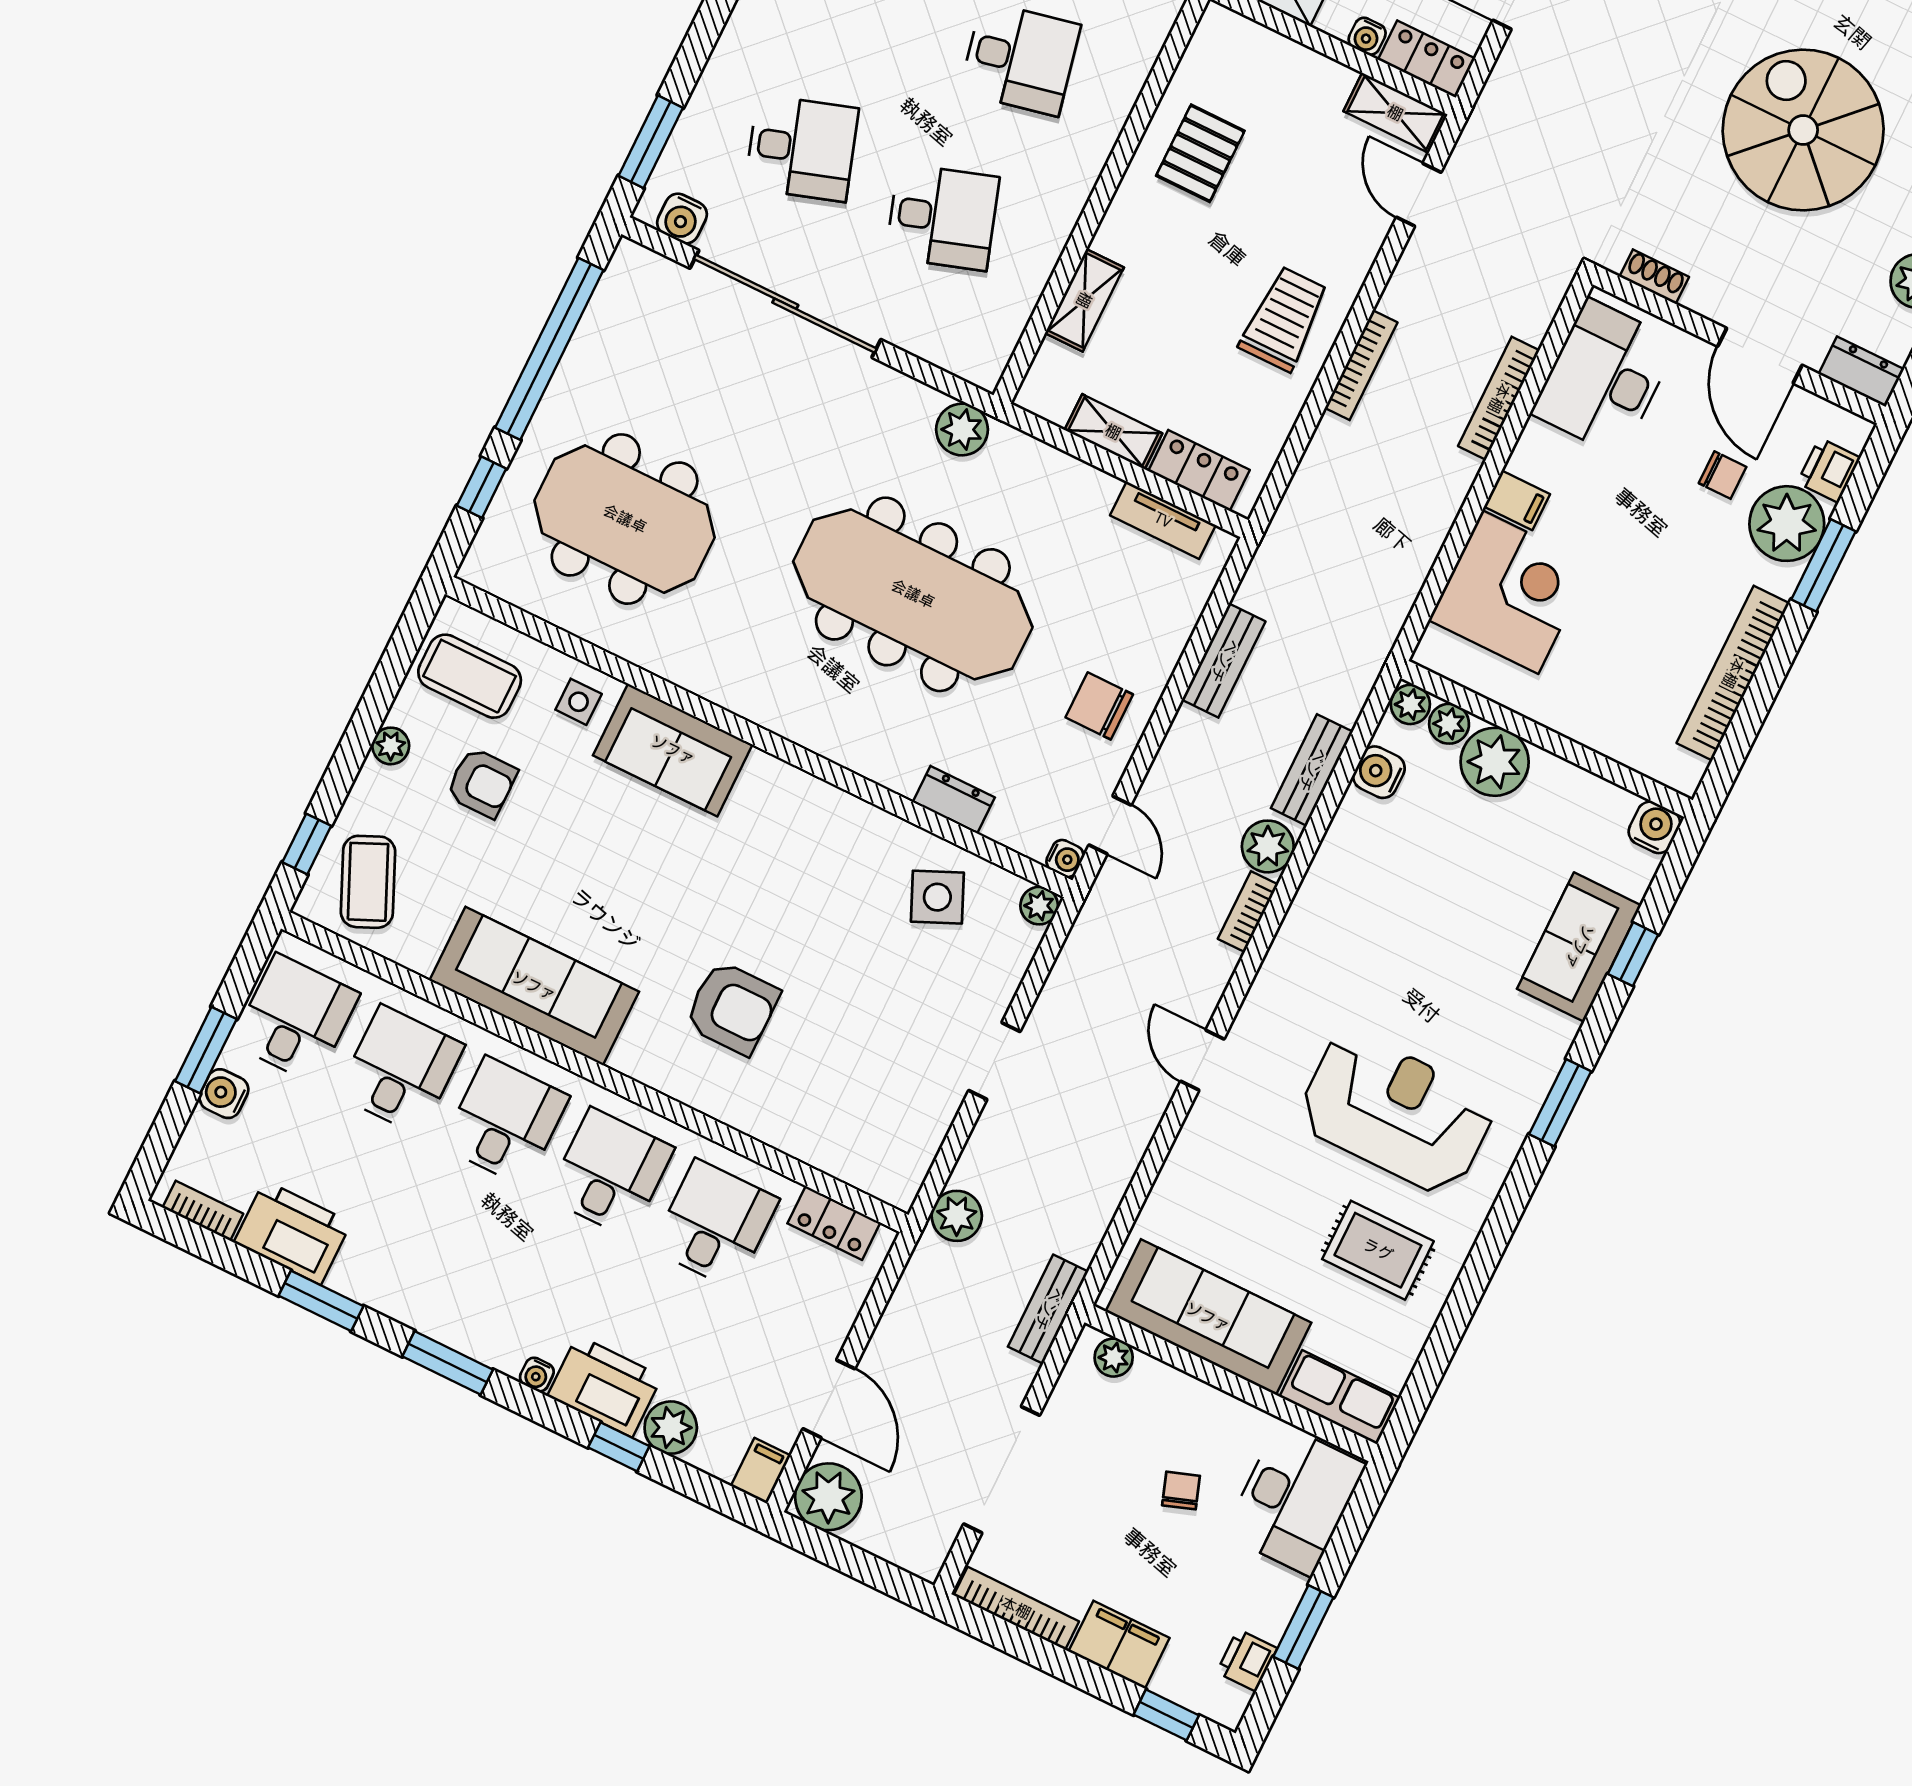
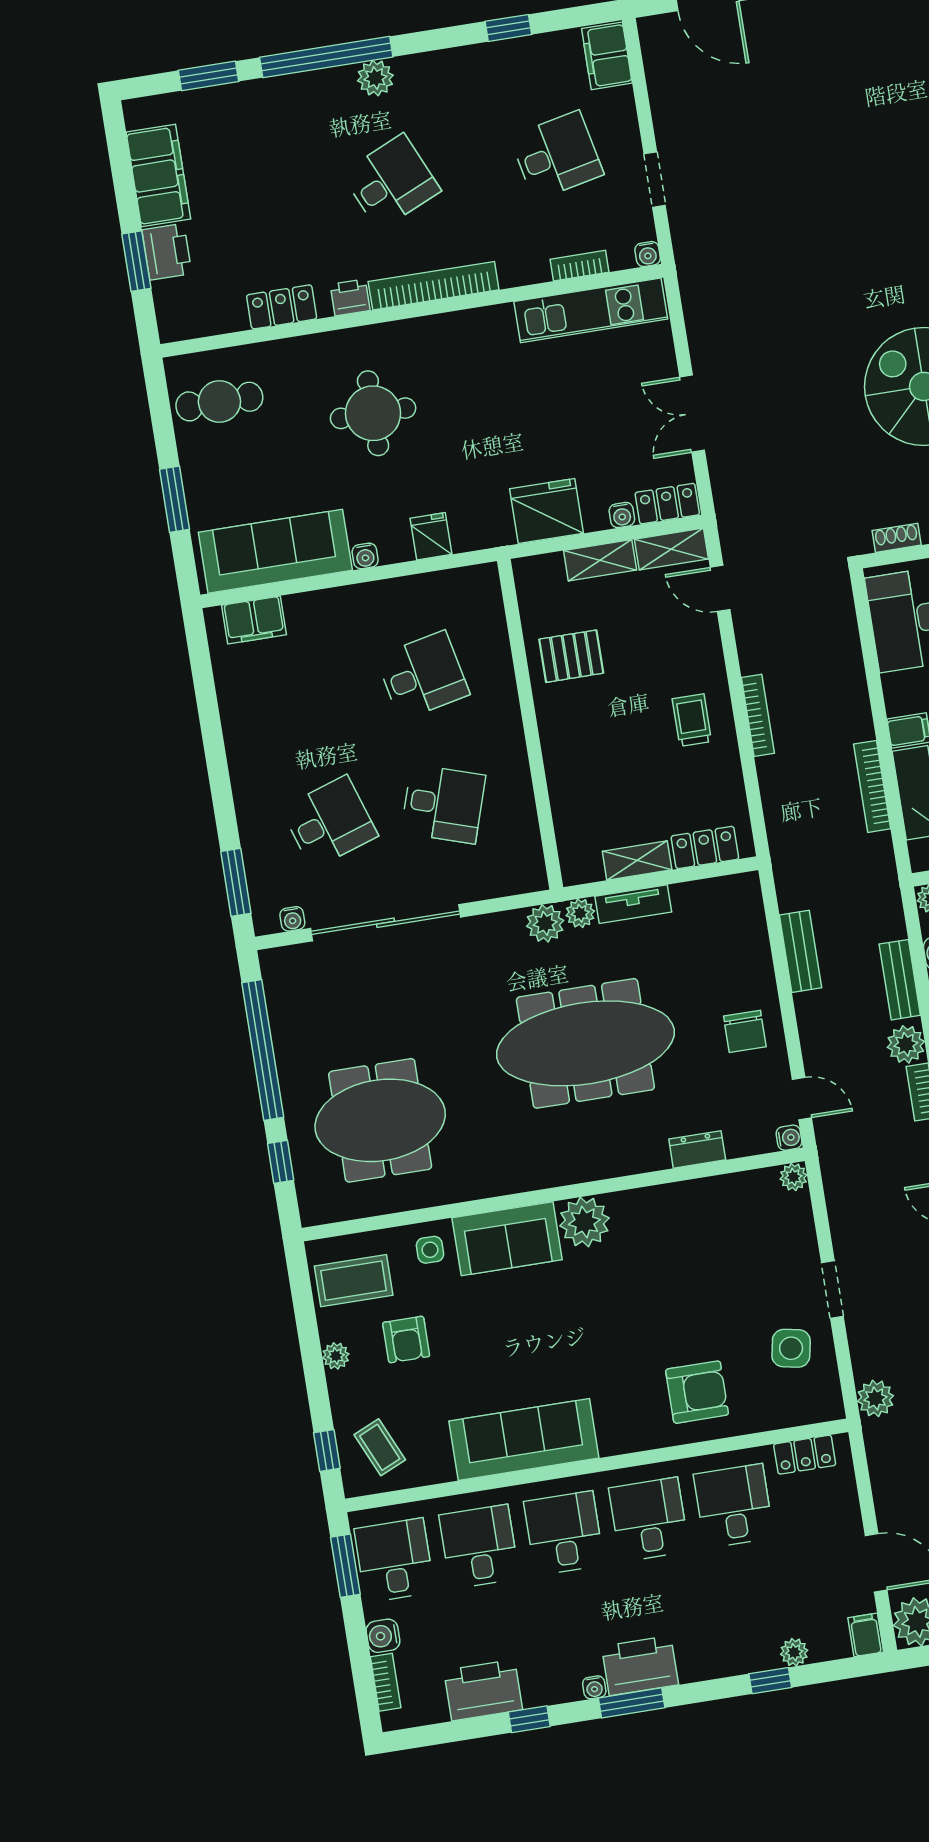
pallet: (1200, 153) -> (571, 656), turned 90
desk: (942, 217) -> (443, 804), turned 36
water cooler: (682, 218) -> (292, 919), width x0.72, depth x0.72
shelving: (1084, 300) -> (600, 560), moved, turned 90
trolley: (1284, 319) -> (692, 720), width x0.73, depth x0.72
bookcase: (1499, 398) -> (872, 786), moved
plant: (1009, 446) -> (580, 913), added
tv unit: (1163, 520) -> (633, 904), moved
chair: (1099, 706) -> (745, 1031), turned -90
armchair: (482, 783) -> (406, 1339), turned 90
plant: (772, 792) -> (584, 1222), added
coffee table: (368, 882) -> (380, 1447), width x0.73, depth x0.77
side table: (937, 897) -> (791, 1348), moved, turned 35
armchair: (732, 1008) -> (697, 1392), moved
window: (206, 1050) -> (345, 1566), moved
bookcase: (203, 1211) -> (386, 1682), moved, turned 90
window: (321, 1301) -> (529, 1719), width x0.67
water cooler: (537, 1375) -> (594, 1687), moved
printer: (605, 1386) -> (640, 1666), moved
plant: (671, 1428) -> (794, 1652), width x0.73, depth x0.73

